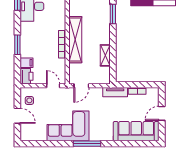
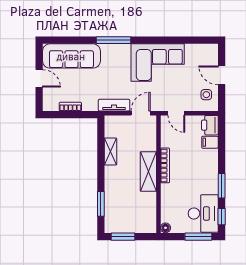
shelving: (75, 40) -> (148, 171), width x0.68
window: (17, 45) -> (222, 186), moved
tv unit: (115, 92) -> (114, 105), moved
door: (162, 113) -> (39, 78), hinge flipped
window: (87, 144) -> (114, 40), moved

